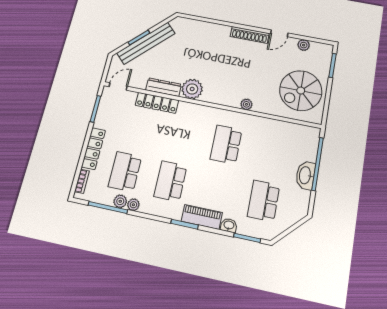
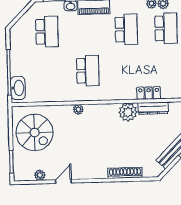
shoe rack: (250, 35) -> (125, 173), moved
spiral stairs: (301, 91) -> (35, 132), turned 90
locker: (157, 103) -> (149, 93), width x0.66
washbasin: (305, 175) -> (18, 88), moved

